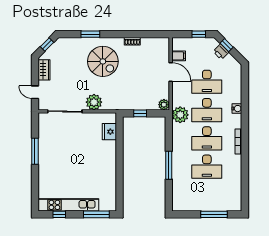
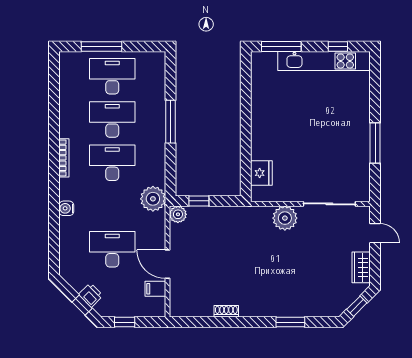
spiral stairs: (103, 61) -> (271, 280), removed
desk: (207, 110) -> (112, 76), moved
window: (140, 113) -> (199, 201), moved

